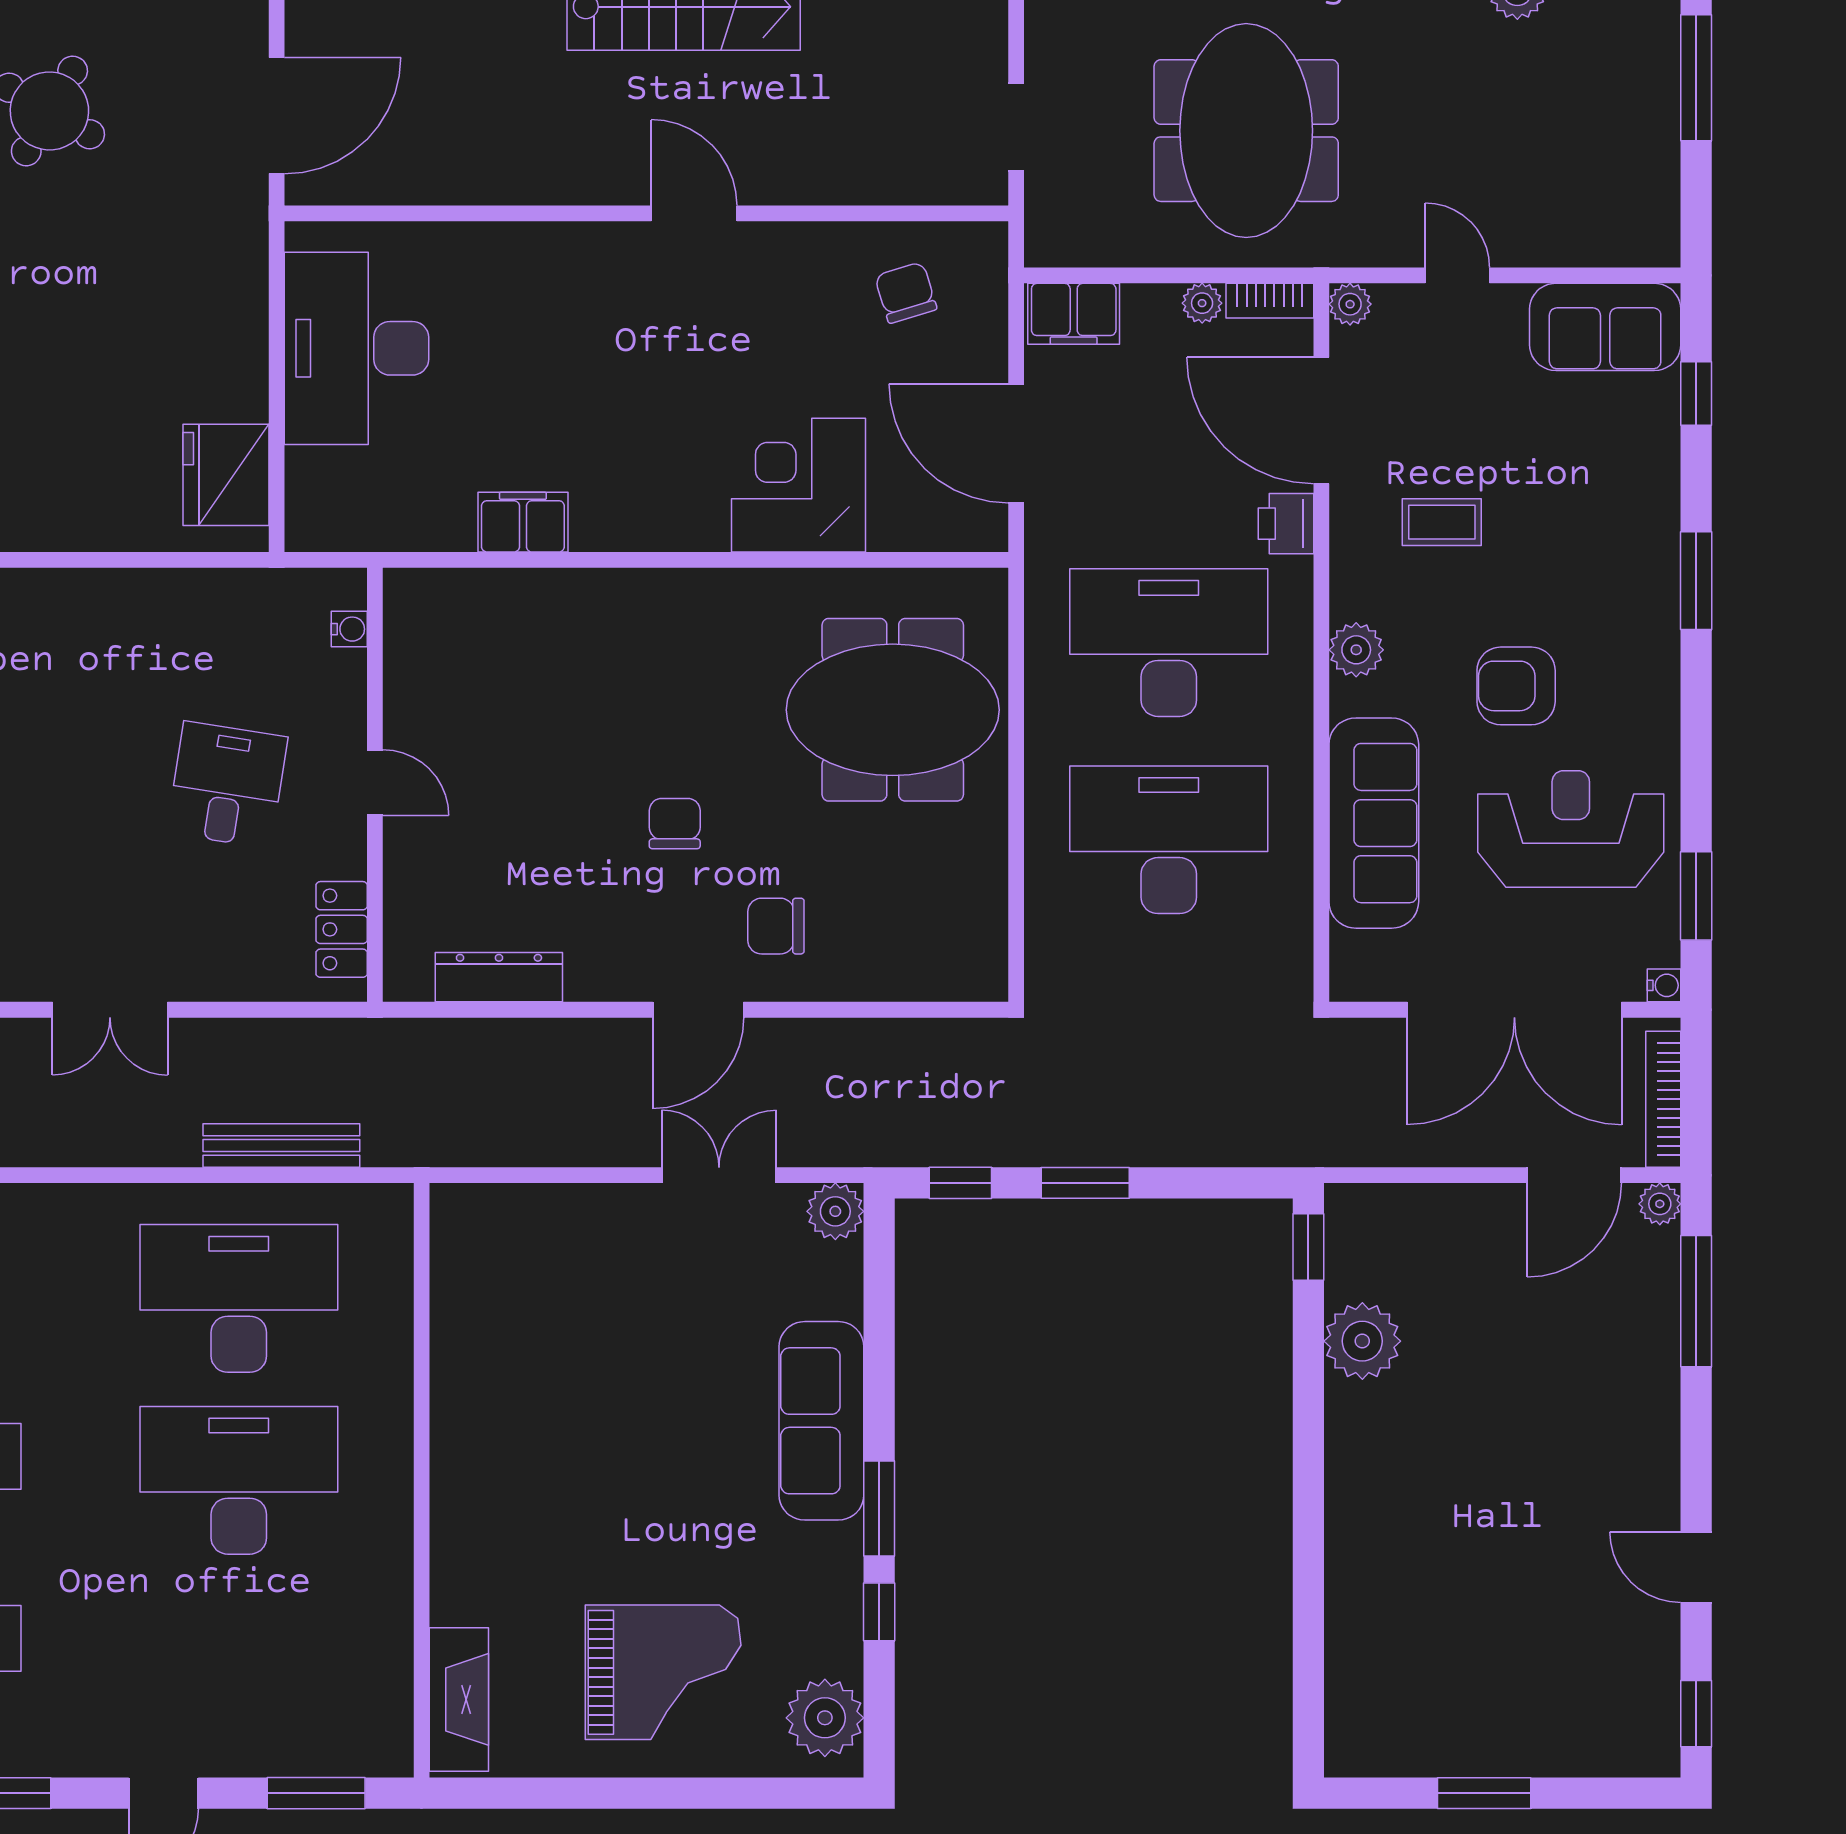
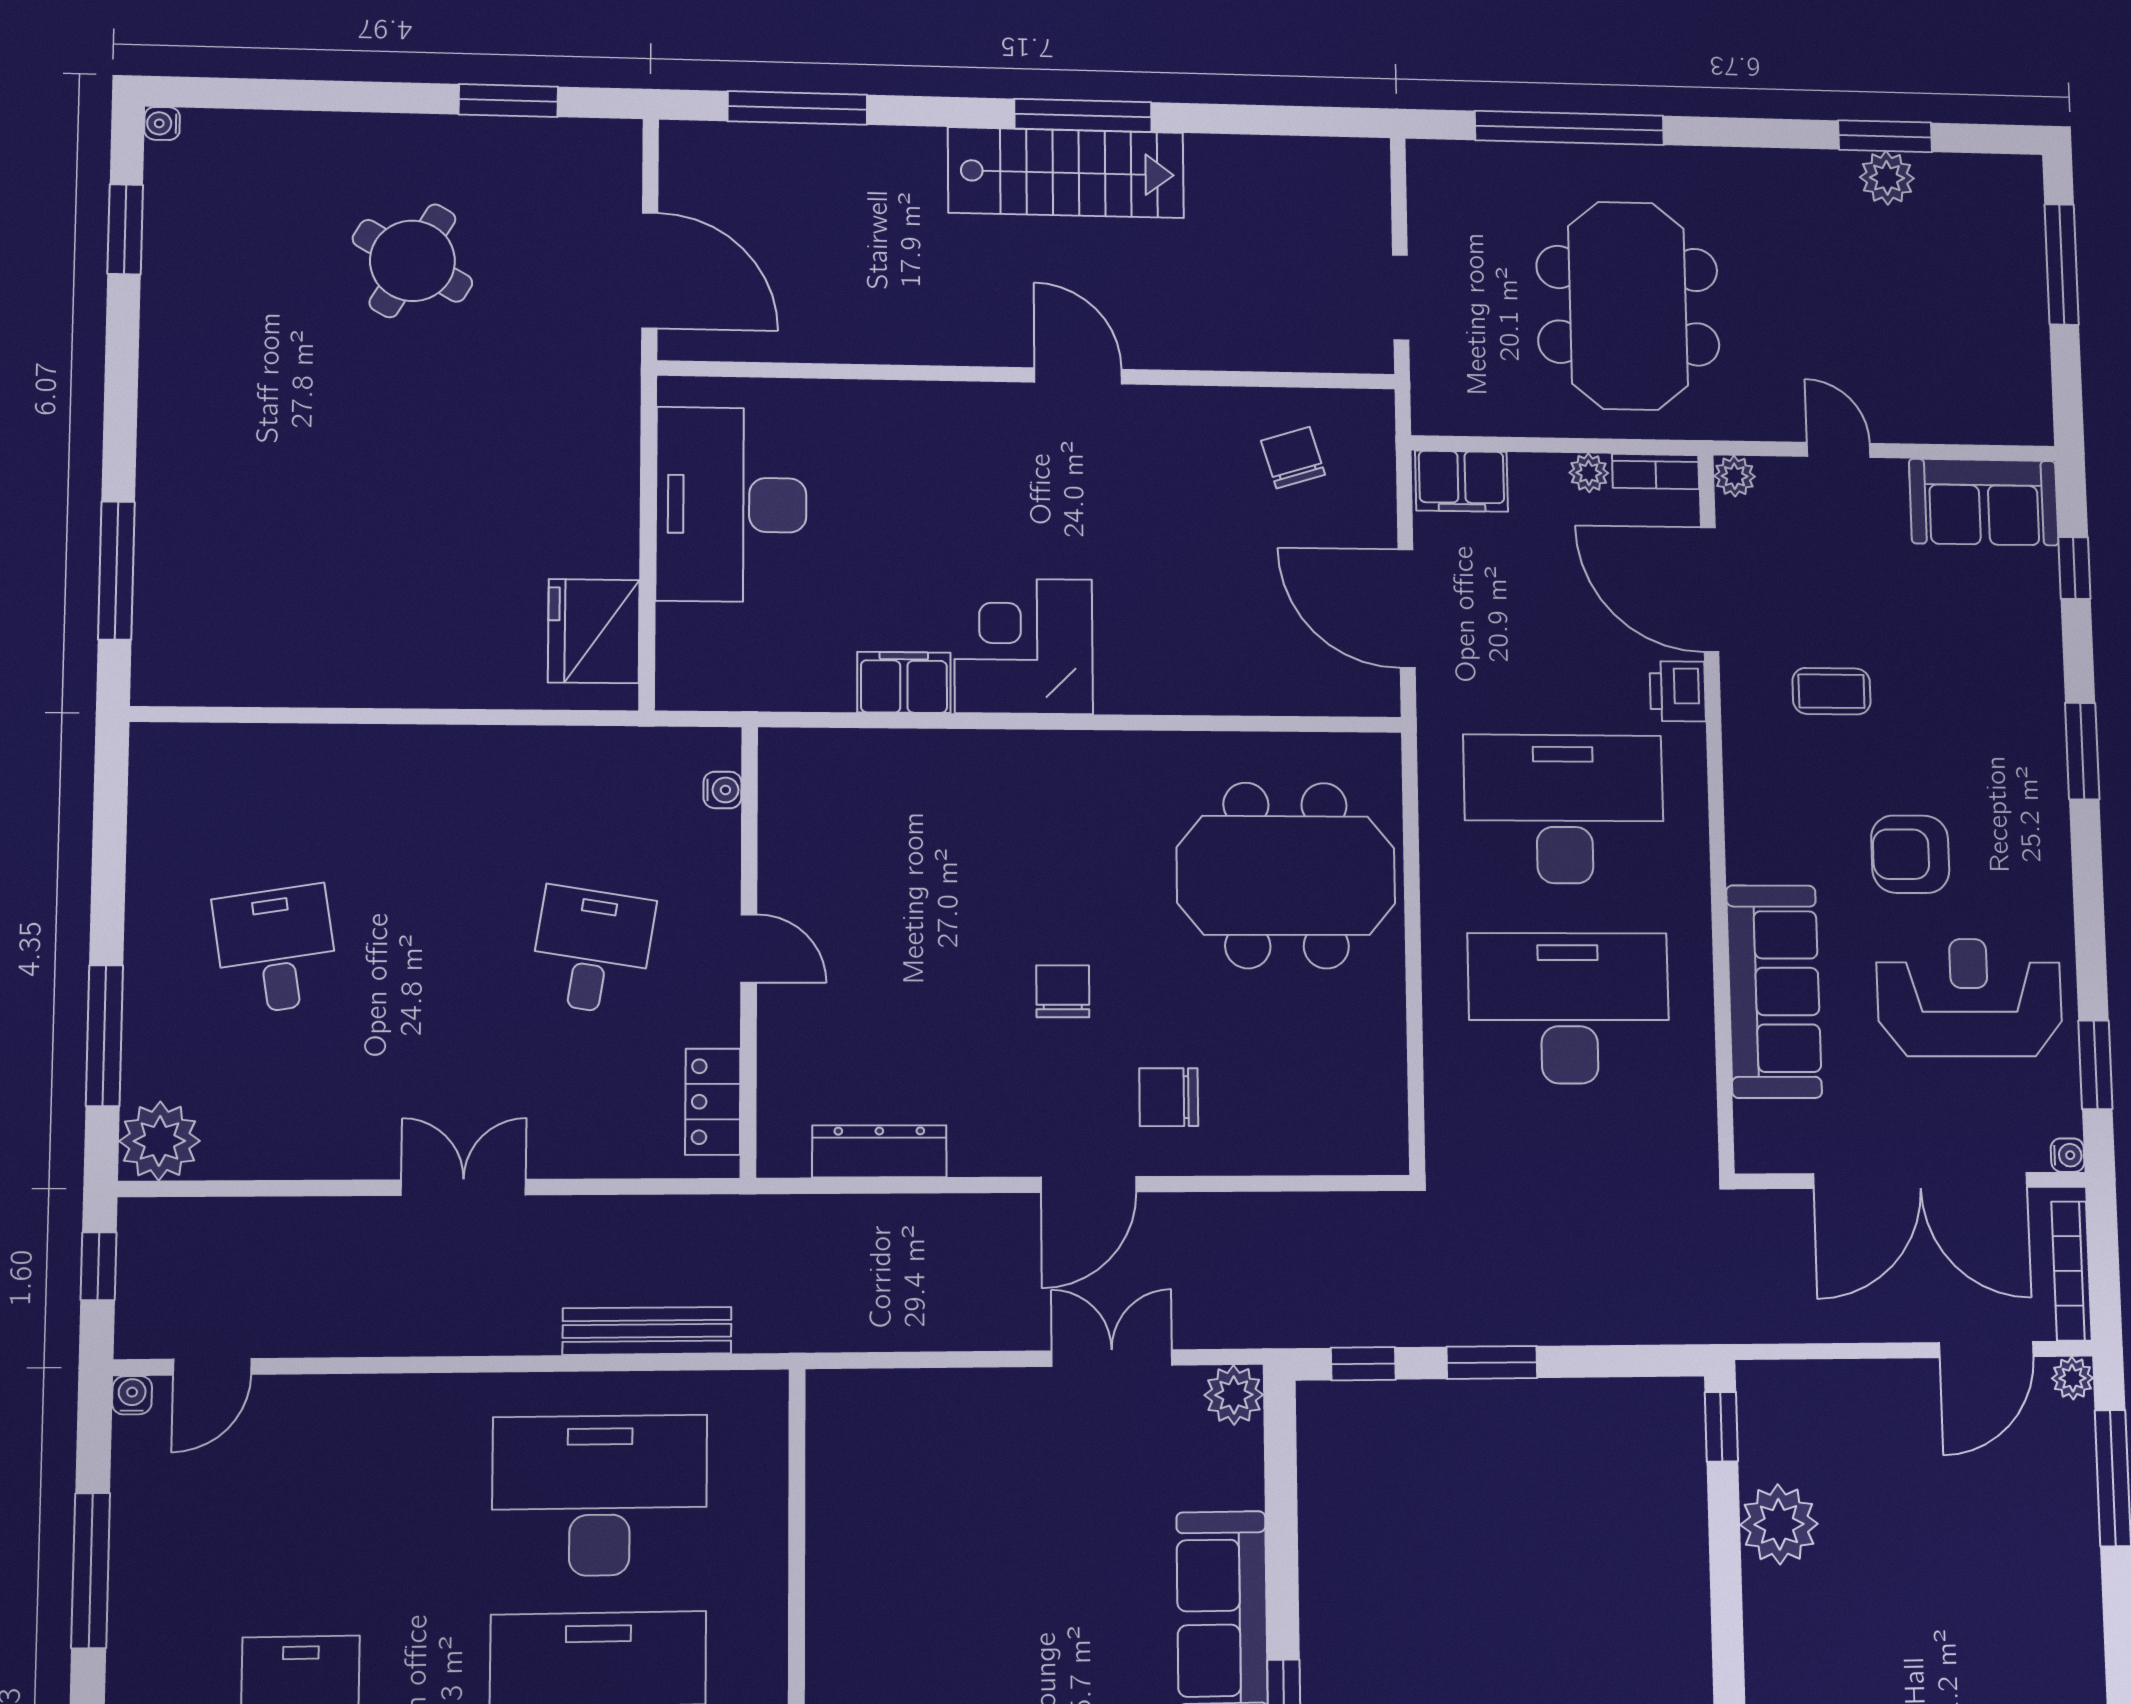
door: (277, 116) -> (650, 270), hinge flipped
corner desk: (798, 485) -> (1024, 646), moved
plant: (1356, 650) -> (1751, 817), removed
double door: (110, 1010) -> (464, 1187), swing flipped

